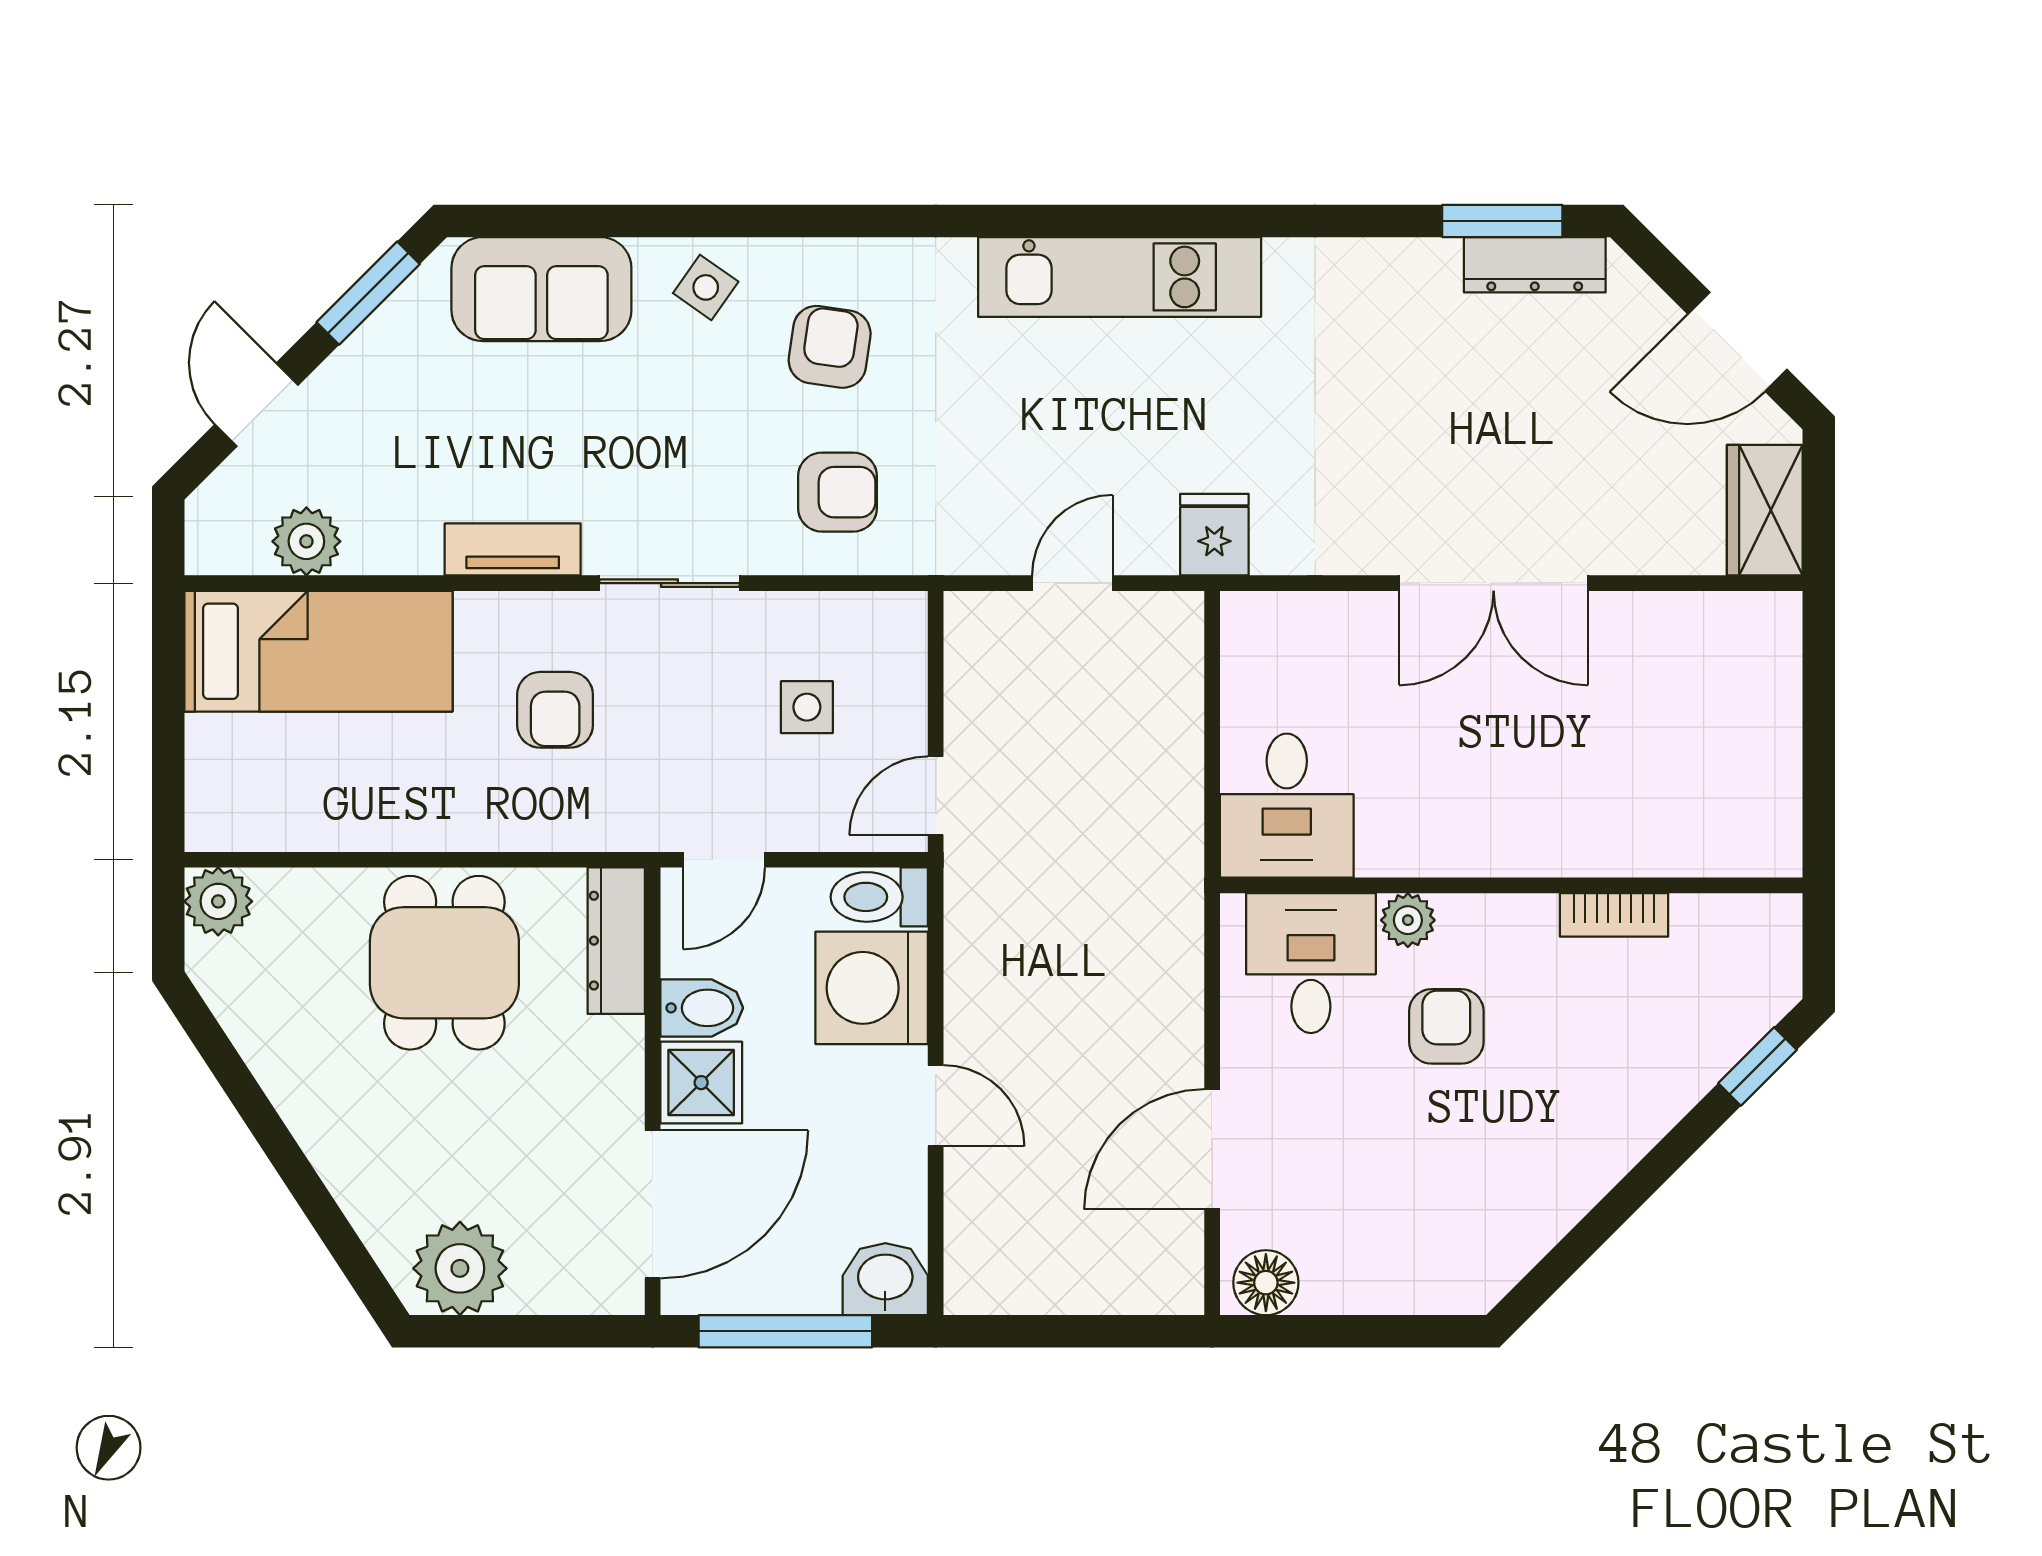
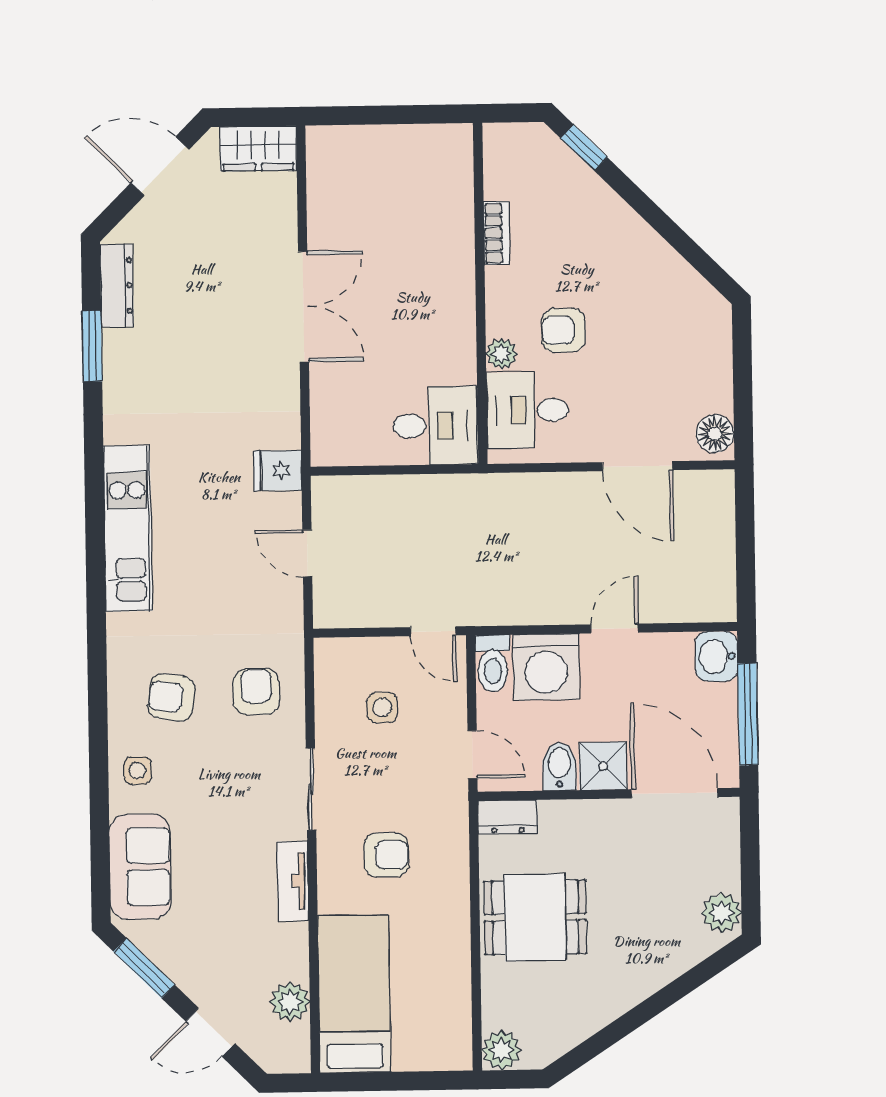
window: (1502, 221) -> (92, 346), moved
side table: (706, 287) -> (138, 771), turned -35
door: (1737, 342) -> (160, 166), swing flipped
dresser: (616, 941) -> (508, 817), width x0.70
plant: (460, 1268) -> (721, 913), width x0.73, depth x0.73

